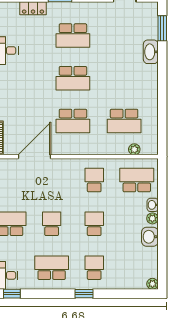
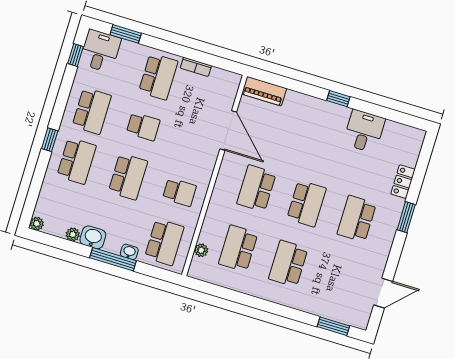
washbasin: (151, 52) -> (310, 304), removed
school desk: (73, 78) -> (307, 204), turned 180
school desk: (124, 78) -> (288, 264), added
window: (162, 216) -> (113, 259), added
plant: (152, 218) -> (73, 234), moved
school desk: (94, 224) -> (128, 177), width x1.85
school desk: (94, 268) -> (76, 161), width x1.85

